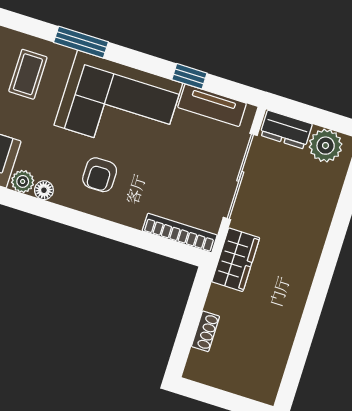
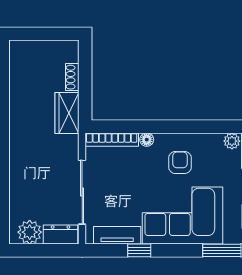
floor lamp: (44, 190) -> (147, 140), moved
wardrobe: (236, 260) -> (67, 113), moved

